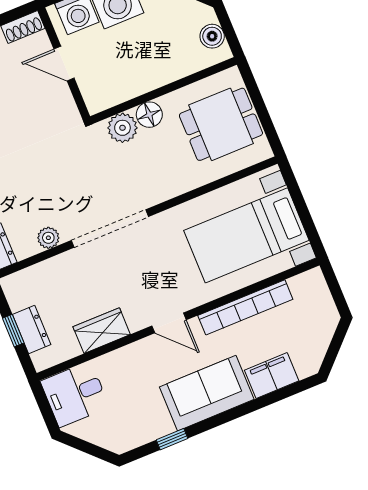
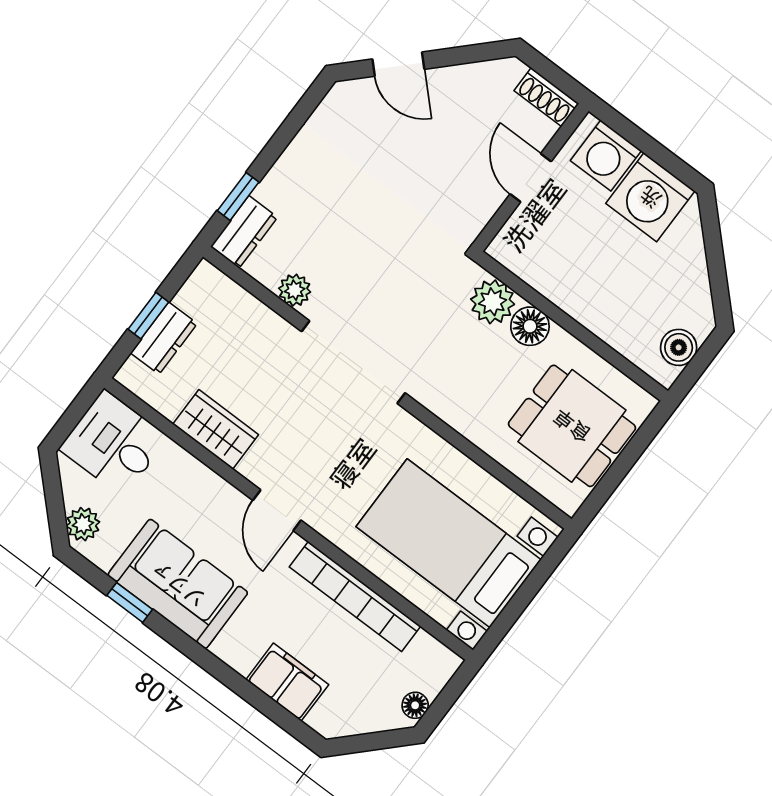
floor lamp: (328, 310) -> (415, 705), added
sofa: (207, 393) -> (178, 584), moved
plant: (111, 439) -> (83, 524), added

